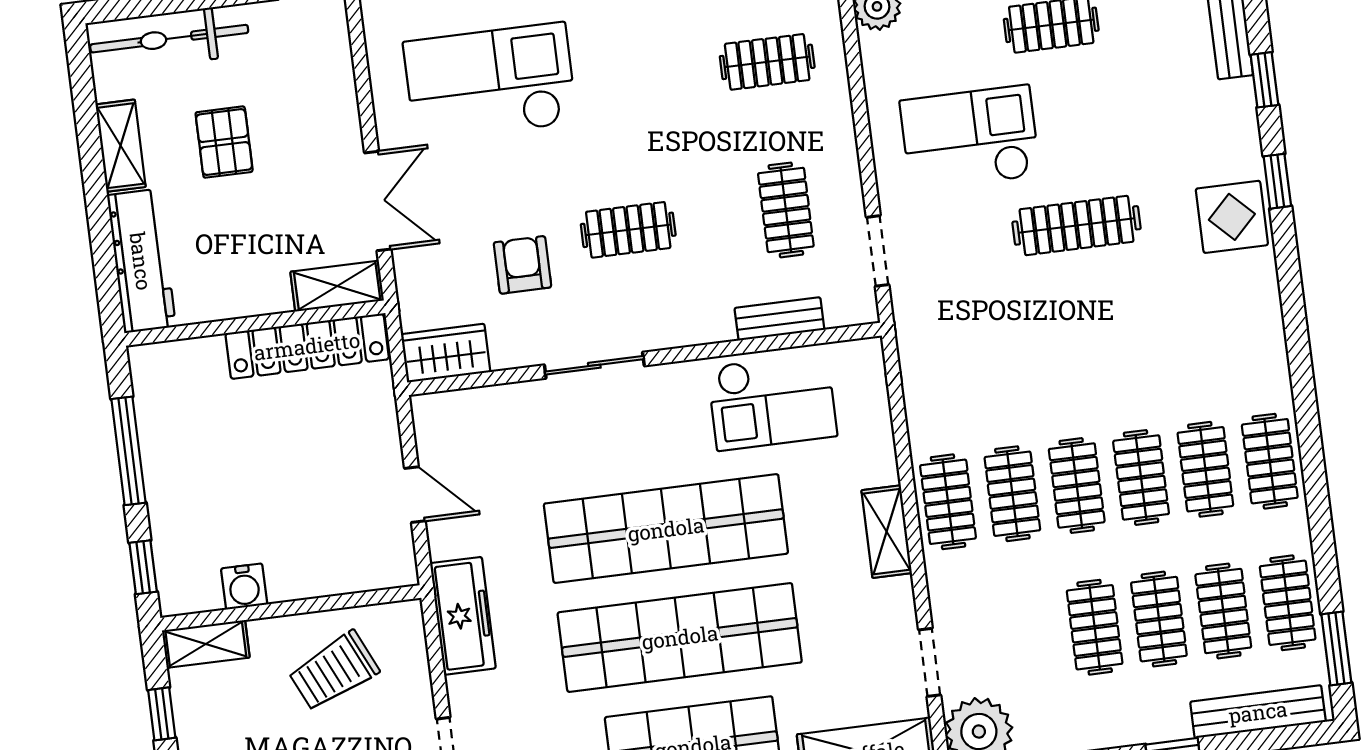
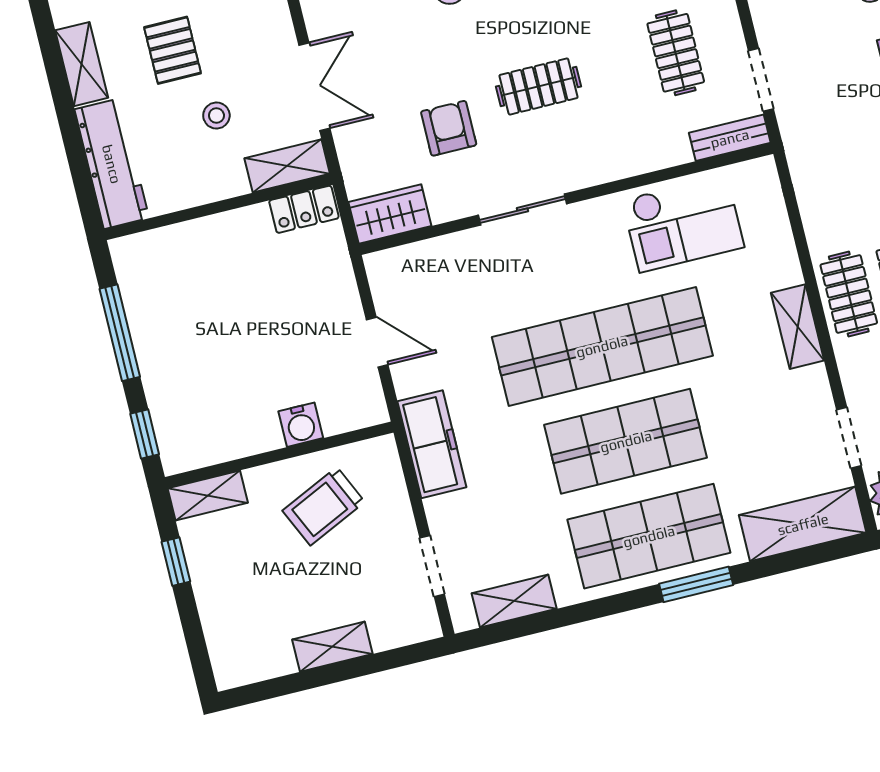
stool: (265, 221) -> (216, 115), added
bench: (779, 319) -> (730, 138), moved
locker: (307, 346) -> (304, 209), width x0.46, depth x0.83
water cooler: (244, 586) -> (301, 425), moved
shop shelf: (680, 637) -> (626, 441), width x0.71

